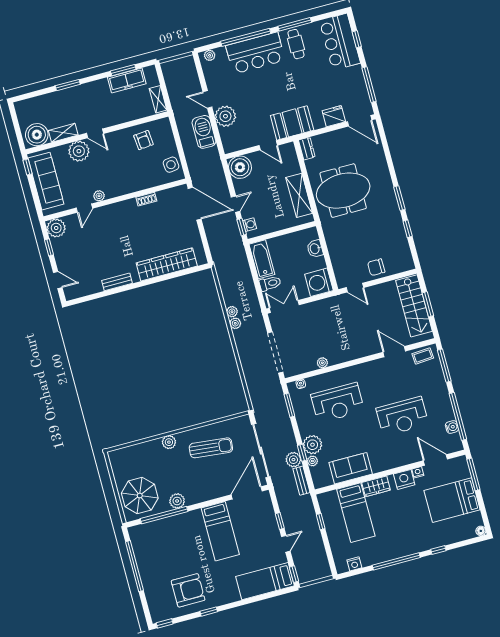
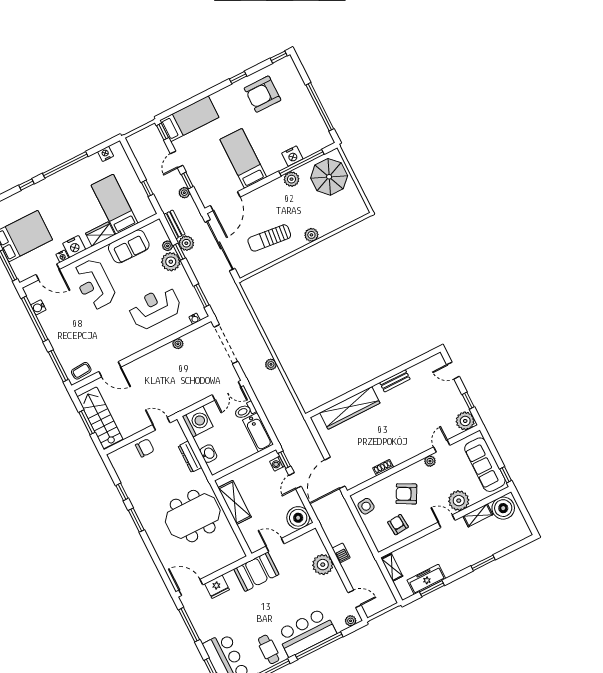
door: (207, 99) -> (355, 599), moved
barbecue: (204, 132) -> (341, 553), width x0.53, depth x0.65
dresser: (307, 149) -> (190, 457), moved, width x1.44
armchair: (129, 169) -> (406, 494), added
door: (195, 204) -> (335, 473), hinge flipped
plant: (232, 312) -> (184, 193), moved
reception desk: (402, 416) -> (94, 284), moved, turned -90
nightstand: (172, 523) -> (292, 156), added

